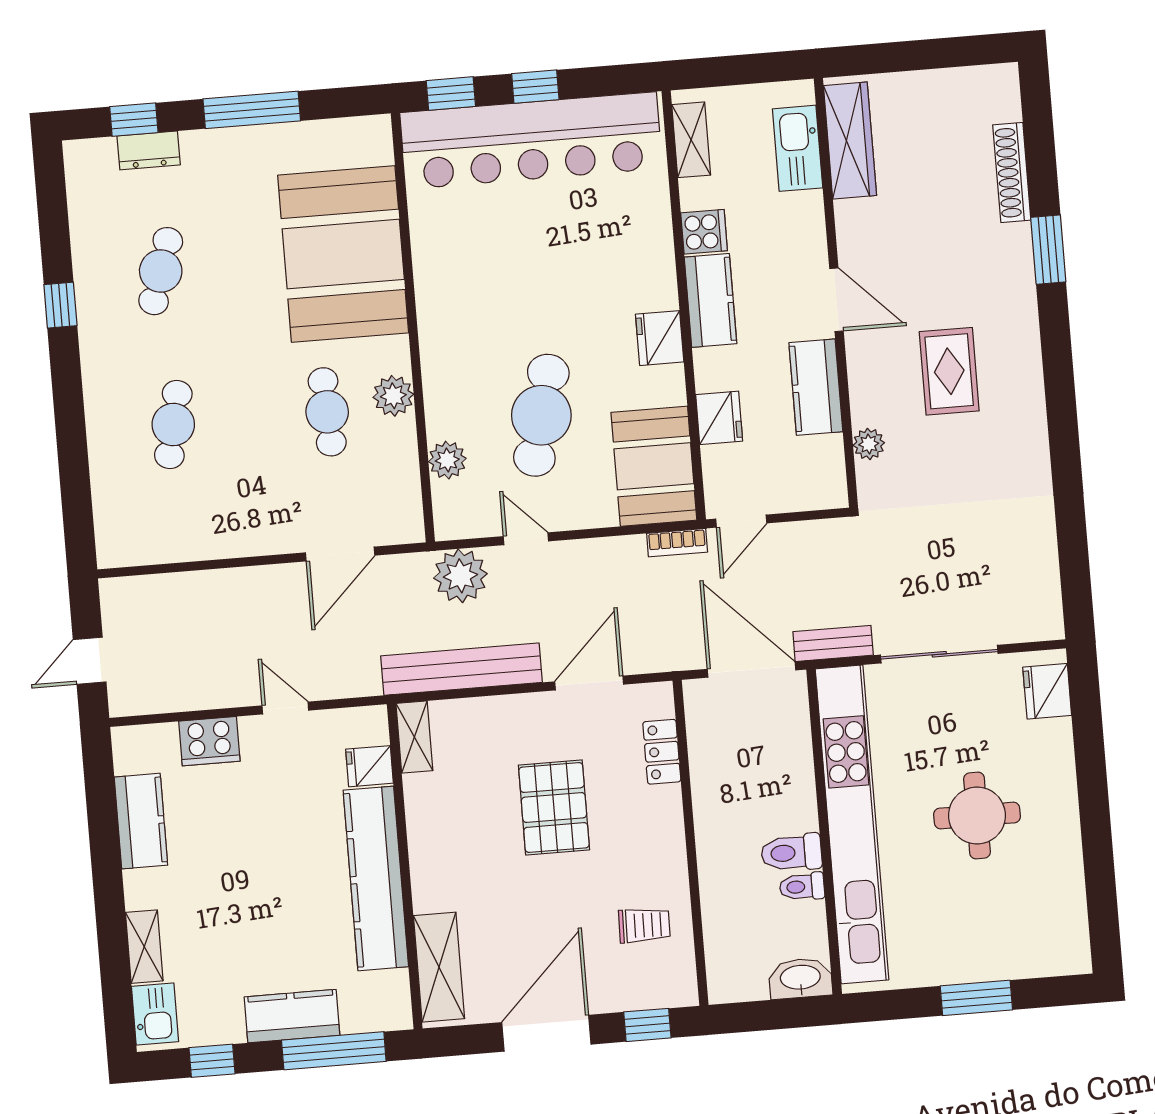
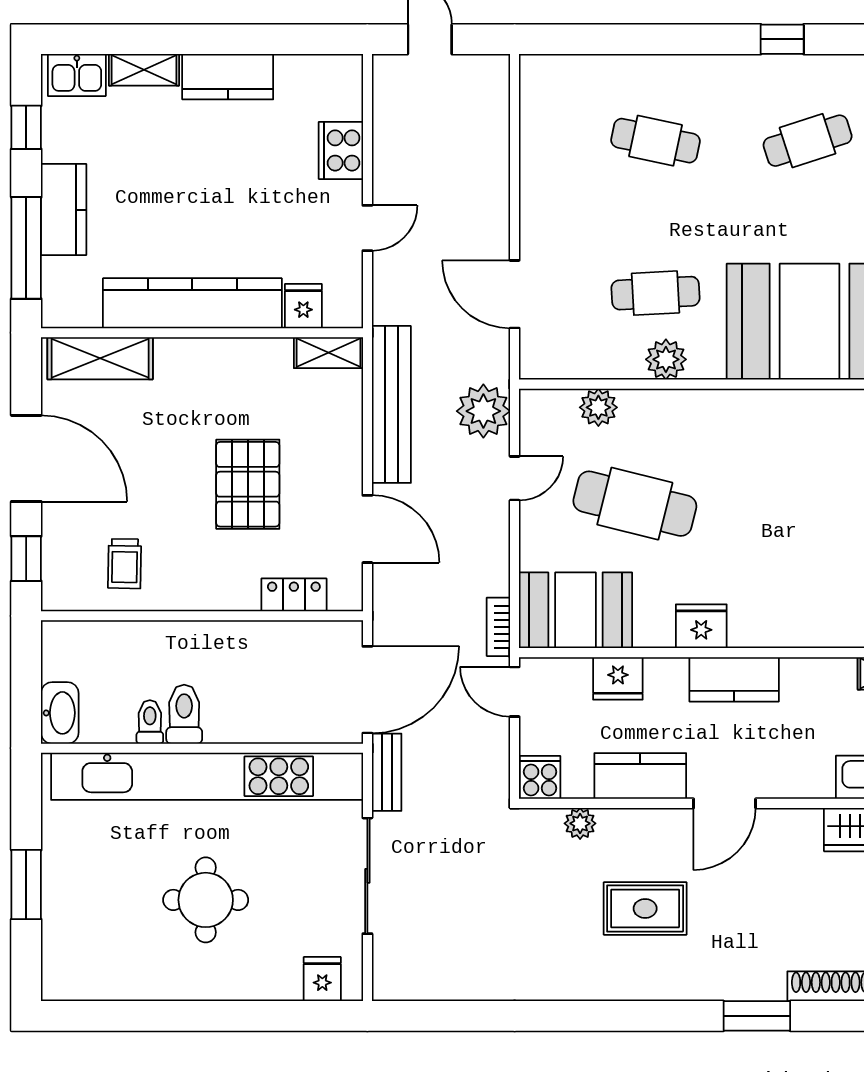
cooker: (704, 232) -> (540, 777), moved, turned 180
cafe table: (161, 271) -> (808, 141), turned -36
fridge: (1047, 691) -> (322, 979), width x0.72
pallet: (554, 808) -> (248, 484), turned 90
kitchen counter: (141, 821) -> (228, 77), moved

